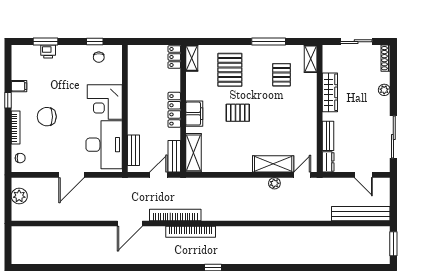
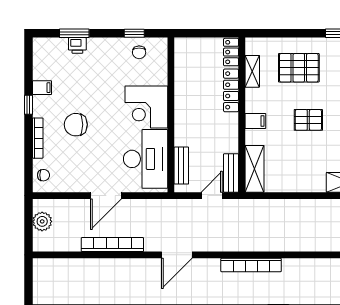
shelving: (192, 58) -> (252, 71), moved
pallet: (230, 70) -> (299, 68), turned 90
locker: (174, 110) -> (231, 90), moved
filing cabinet: (194, 114) -> (255, 121), width x0.50
bookcase: (175, 215) -> (112, 245), moved

